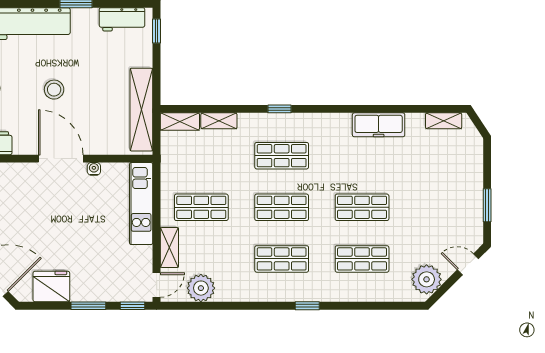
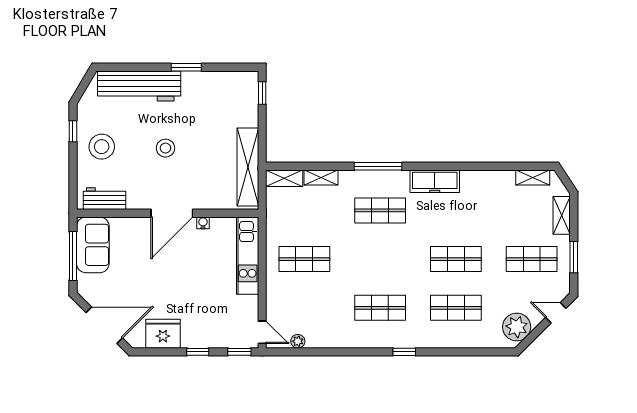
workbench: (122, 19) -> (230, 82), removed
window: (279, 109) -> (378, 166), width x2.17
freezer: (379, 125) -> (435, 181), moved
door: (61, 159) -> (172, 213), swing flipped
shop shelf: (282, 207) -> (532, 259), moved
shelving: (169, 247) -> (562, 215), moved
door: (157, 285) -> (262, 332), hinge flipped
plant: (201, 288) -> (298, 341), width x0.53, depth x0.53
window: (88, 306) -> (198, 352), width x0.67

